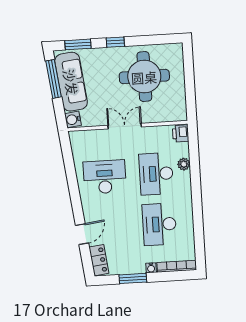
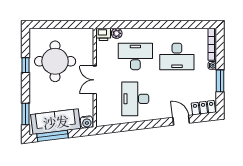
window: (115, 42) -> (25, 65), moved
plant: (184, 164) -> (117, 33), moved
desk: (156, 174) -> (135, 56), turned 180

